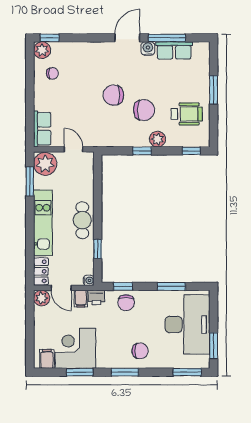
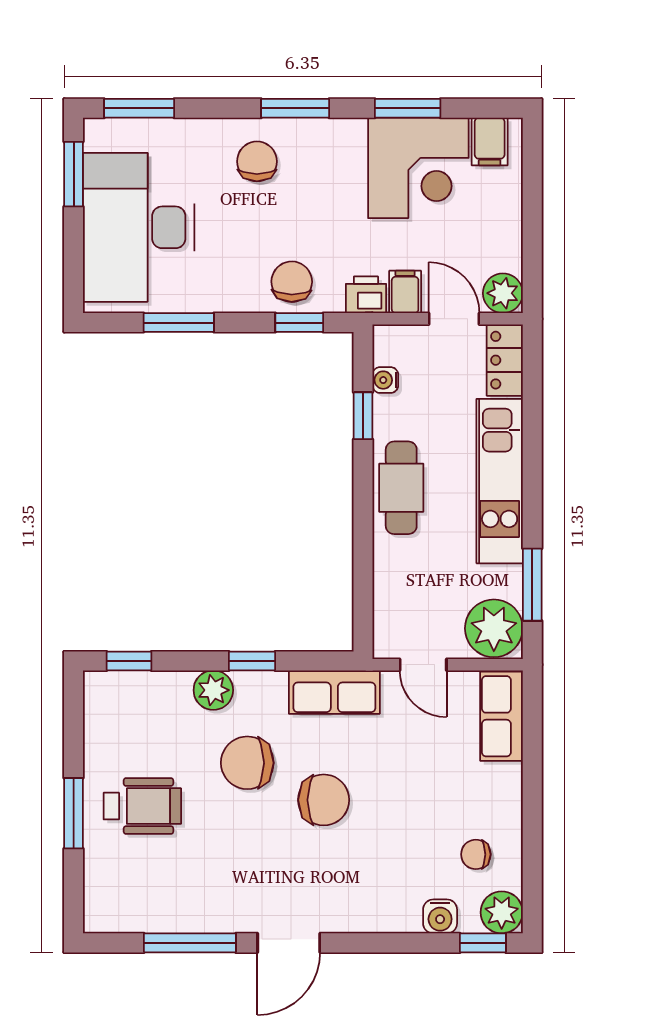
water cooler: (148, 49) -> (440, 916), moved
row of seats: (174, 50) -> (334, 692), moved, turned 180
wheelchair: (187, 114) -> (142, 806), moved, turned 180
water cooler: (89, 280) -> (385, 380), moved
chair: (140, 351) -> (257, 161), turned 89

